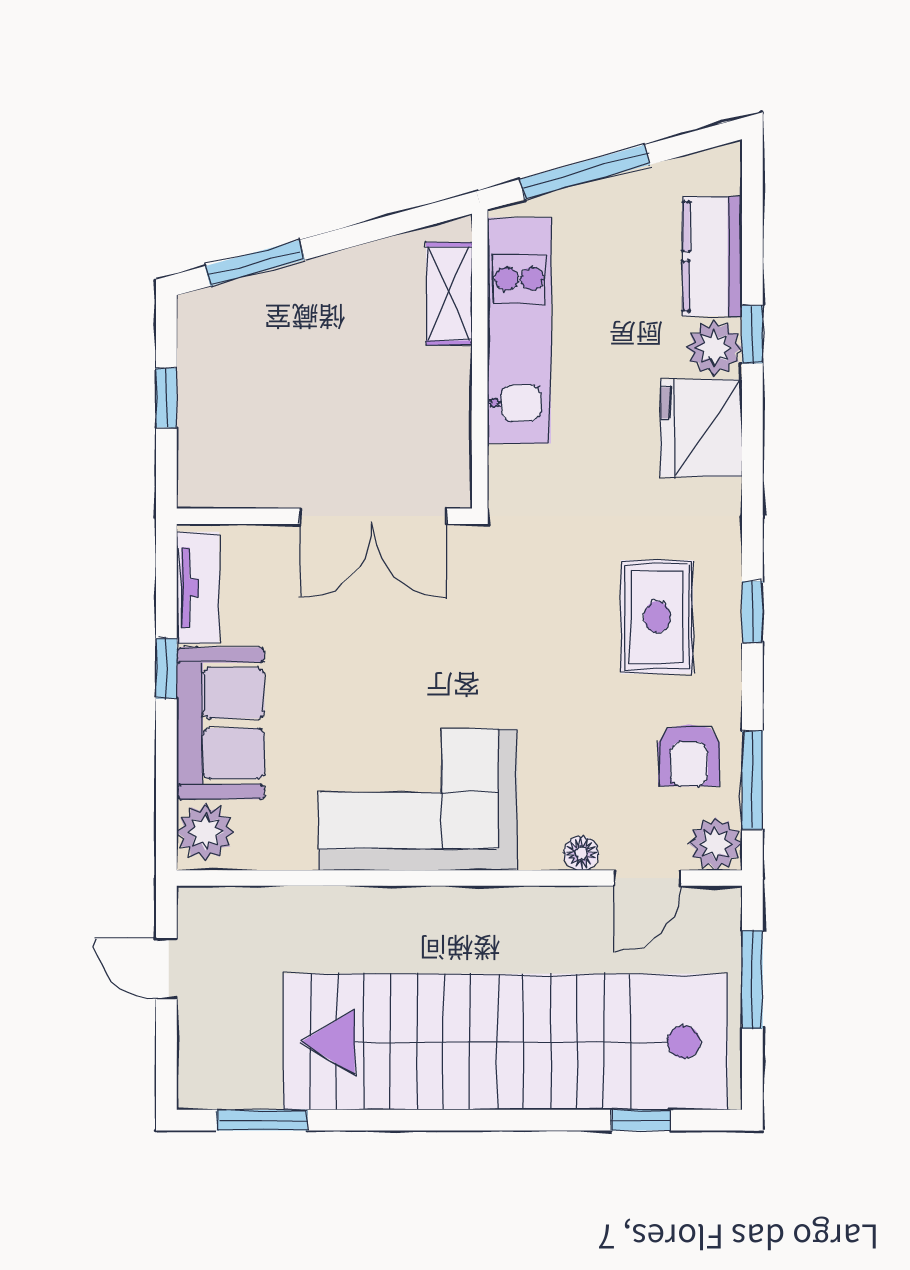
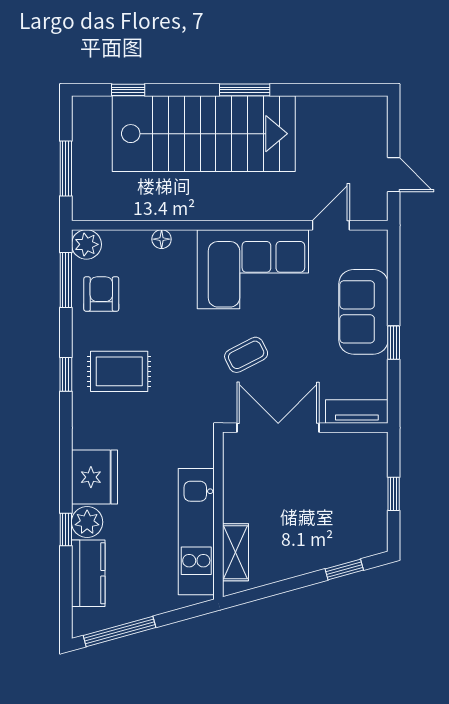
window: (585, 172) -> (120, 631), moved
window: (255, 263) -> (344, 569), width x0.67
tv unit: (198, 588) -> (357, 412), moved, turned 90
rug: (657, 617) -> (119, 371), turned 90
coffee table: (430, 646) -> (246, 355), added
plant: (205, 832) -> (372, 251), removed
door: (648, 878) -> (331, 225), moved
stairs: (506, 1042) -> (204, 134), width x0.73
window: (262, 1120) -> (245, 90), moved

